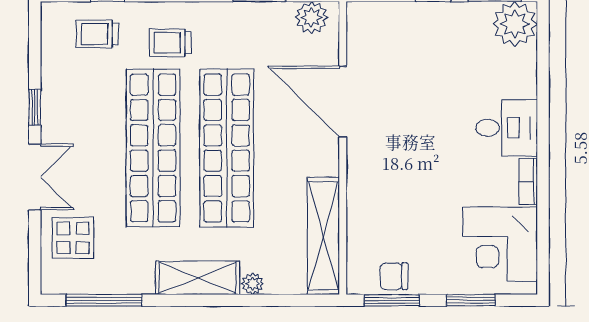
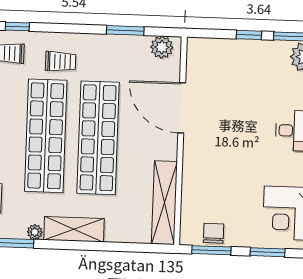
trolley: (170, 43) -> (61, 61), turned 180
chair: (394, 276) -> (213, 233), turned 90
plant: (253, 284) -> (35, 232), moved

